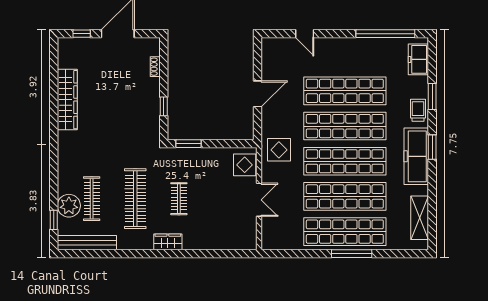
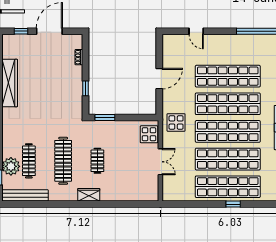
window: (352, 254) -> (233, 204), width x0.46

